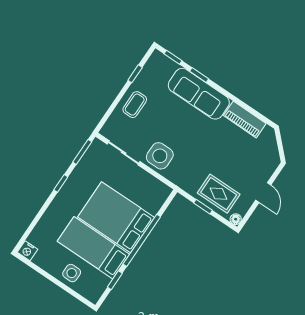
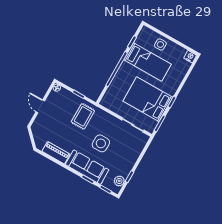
plant: (151, 69) -> (119, 181), added
coffee table: (135, 105) -> (128, 157), removed
side table: (160, 156) -> (101, 143), moved
rug: (219, 194) -> (83, 116), moved, turned 90
bed: (116, 217) -> (148, 99), moved, turned 180

